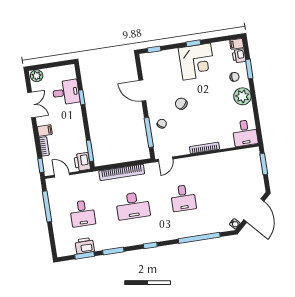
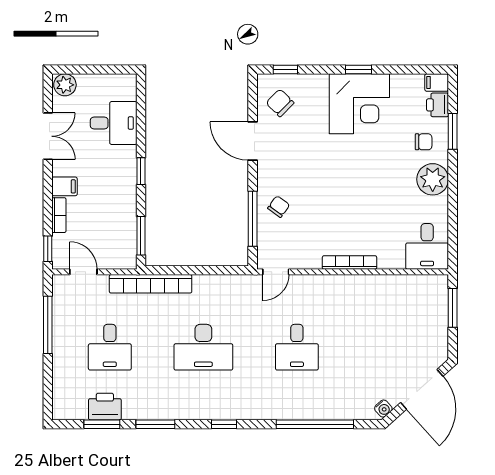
window: (82, 97) -> (141, 171), moved
chair: (181, 104) -> (280, 103), moved
printer: (82, 162) -> (124, 254), removed
bookcase: (122, 172) -> (151, 284), moved

